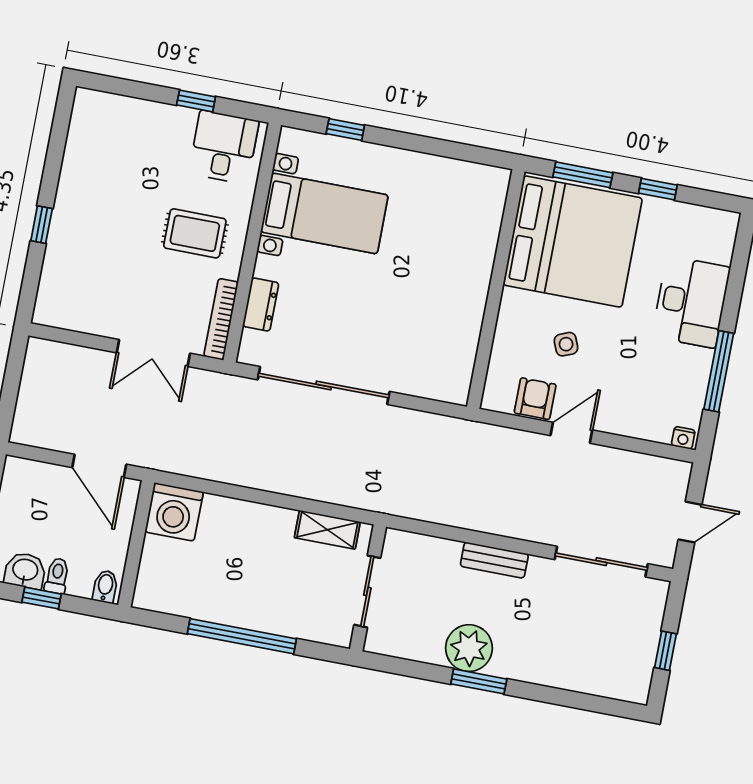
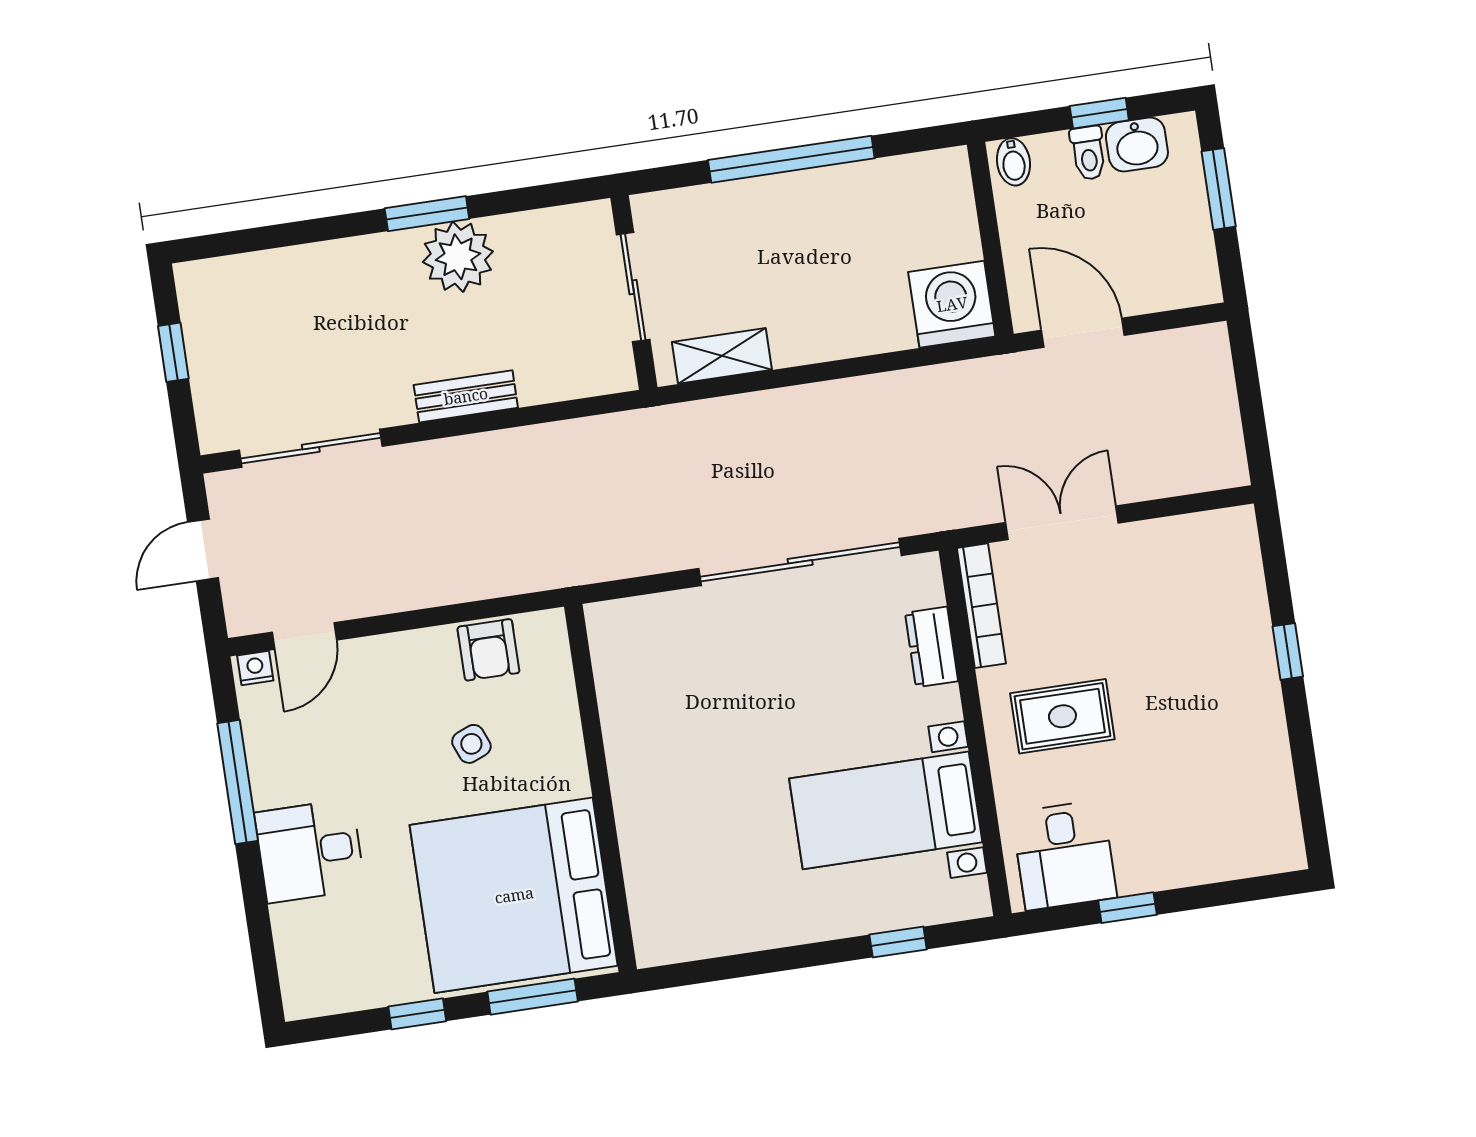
desk: (691, 302) -> (310, 851), width x0.73
door: (571, 433) -> (304, 636), moved

